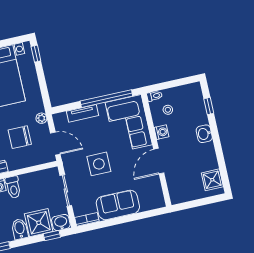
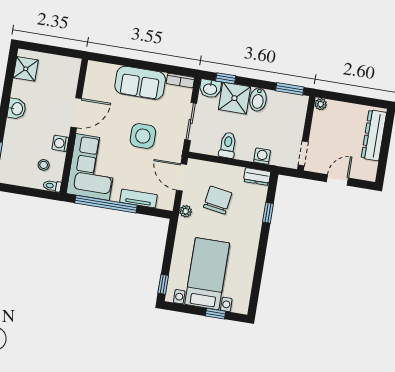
washbasin: (204, 134) -> (17, 109), moved
chair: (20, 137) -> (218, 200), turned -81
toilet: (13, 187) -> (228, 145), moved

